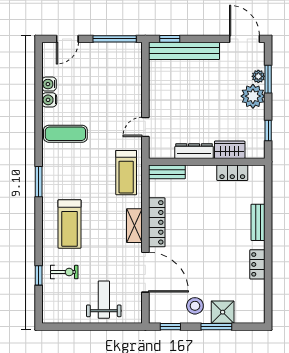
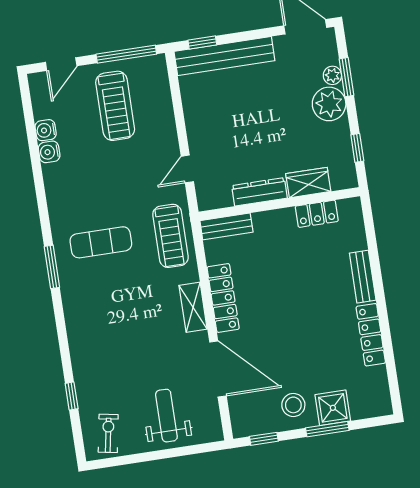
exercise mat: (65, 134) -> (101, 242), moved
treadmill: (70, 224) -> (115, 106), moved
locker: (257, 264) -> (371, 335), width x1.53
exercise bike: (64, 272) -> (108, 433), moved, turned -80

